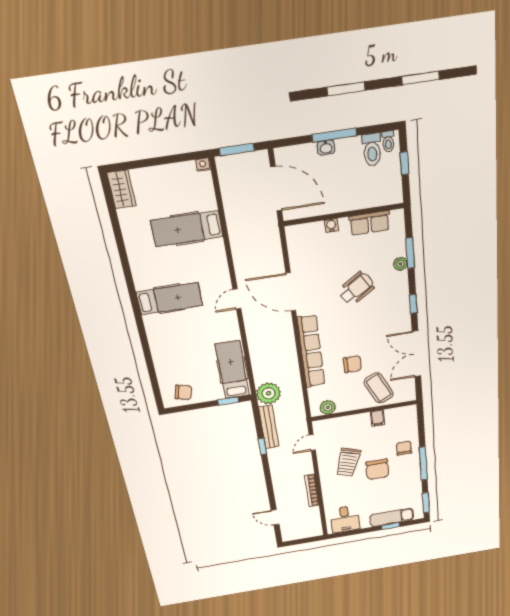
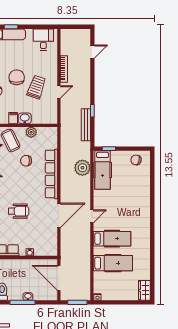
wheelchair: (357, 288) -> (19, 211), turned -147
door: (291, 292) -> (59, 215), hinge flipped
hospital bed: (169, 299) -> (112, 239), moved, turned 180
plant: (269, 393) -> (82, 168), moved
plant: (328, 407) -> (31, 132), moved
washbasin: (360, 420) -> (25, 118), added
door: (312, 443) -> (59, 92), moved
door: (275, 517) -> (92, 52), hinge flipped

